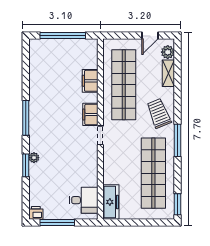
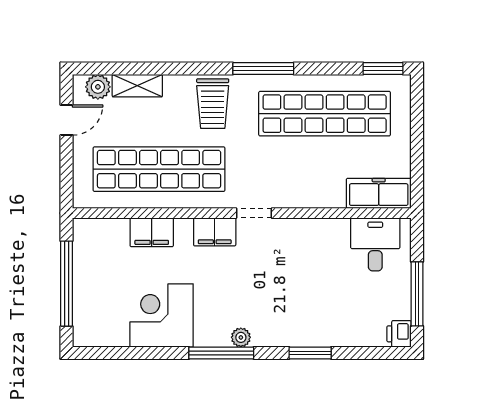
door: (150, 35) -> (67, 120), hinge flipped
corner desk: (46, 86) -> (162, 315), added
trolley: (159, 113) -> (213, 104), turned -68
plant: (34, 158) -> (241, 337), moved

